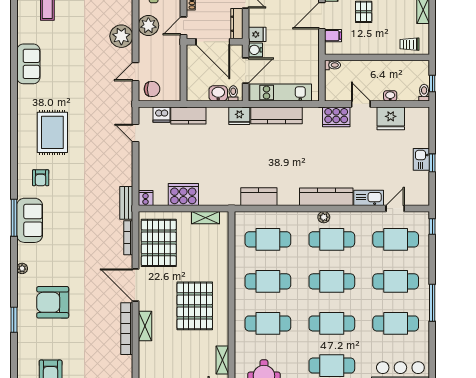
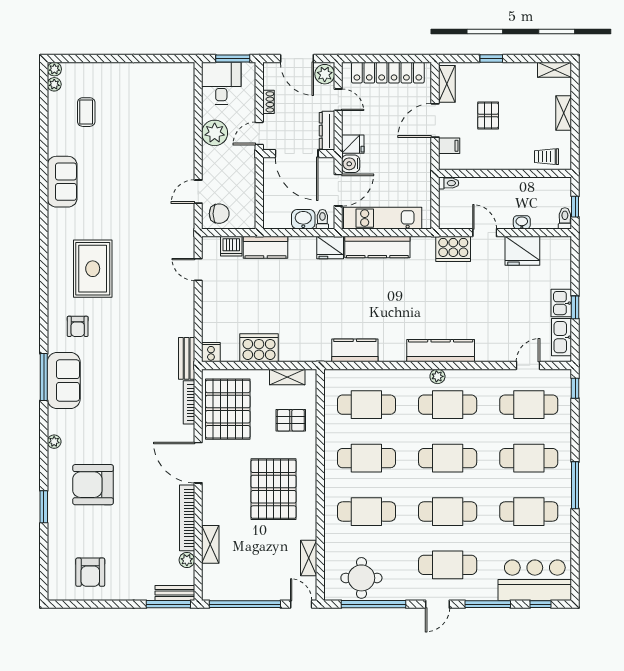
plant: (121, 36) -> (187, 560), moved, width x0.53, depth x0.53
kitchen sink: (369, 198) -> (562, 337), moved, turned -90
pallet: (208, 252) -> (291, 420), added
shelving: (145, 326) -> (210, 544), moved

